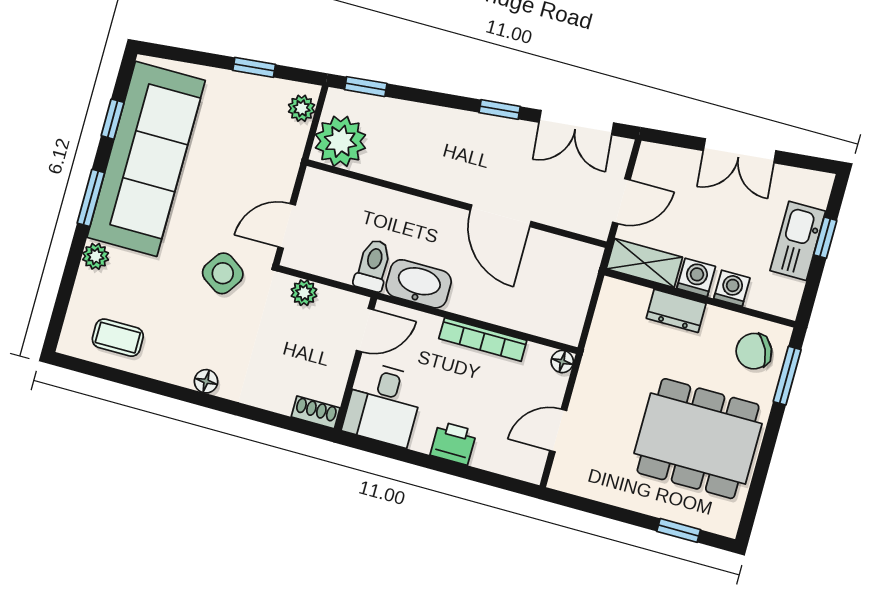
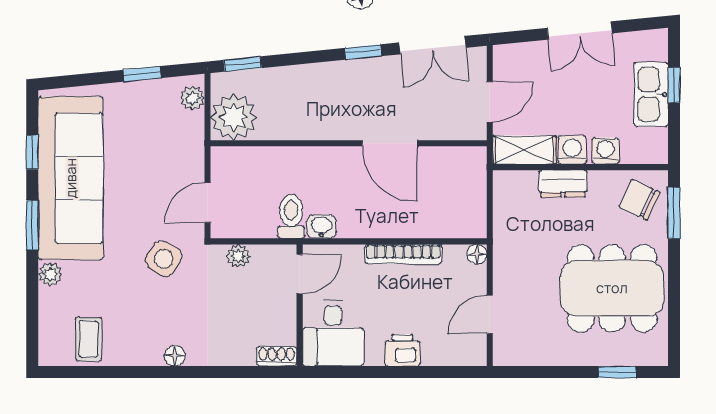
washbasin: (419, 284) -> (321, 227), width x0.52, depth x0.69
coffee table: (118, 338) -> (89, 339), turned 90
chair: (754, 351) -> (639, 200), turned 49

